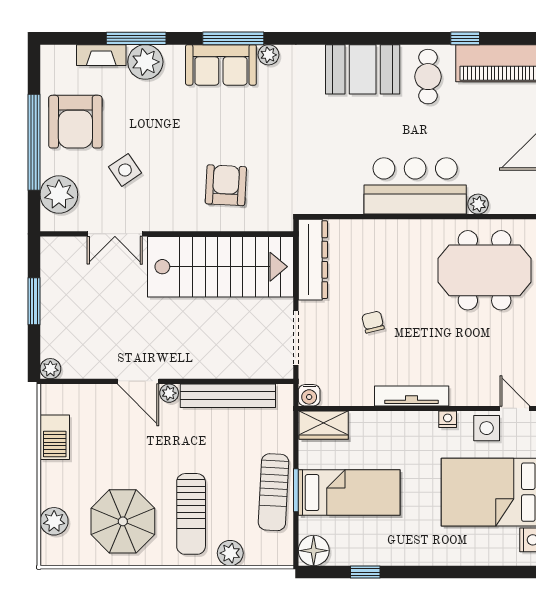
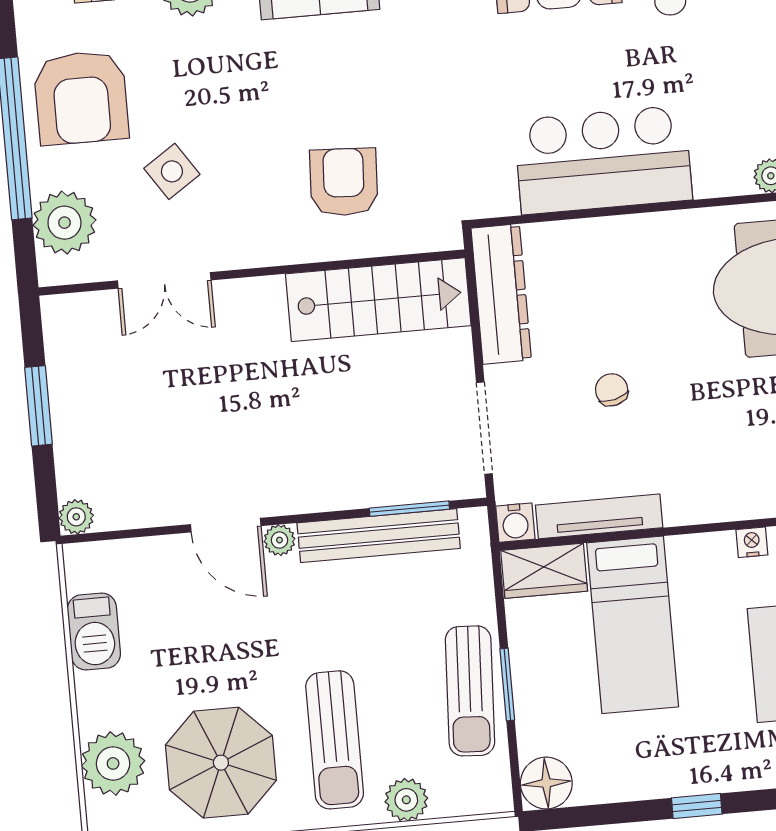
bar counter: (415, 186) -> (603, 160), moved
stairs: (221, 267) -> (378, 300), width x0.73, depth x0.66
window: (247, 381) -> (409, 509), added
tv unit: (412, 396) -> (599, 516), moved
bed: (349, 493) -> (633, 625), moved, turned 90
plant: (54, 521) -> (113, 763), width x1.36, depth x1.36
window: (365, 572) -> (697, 806), moved

